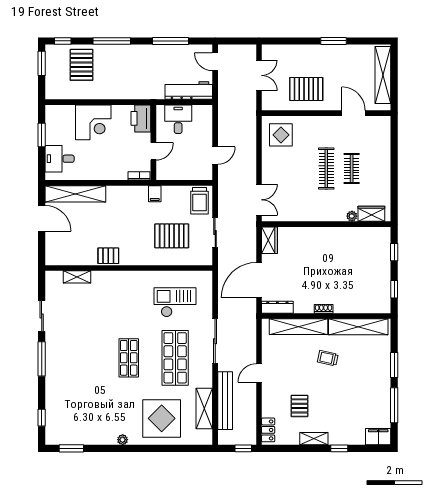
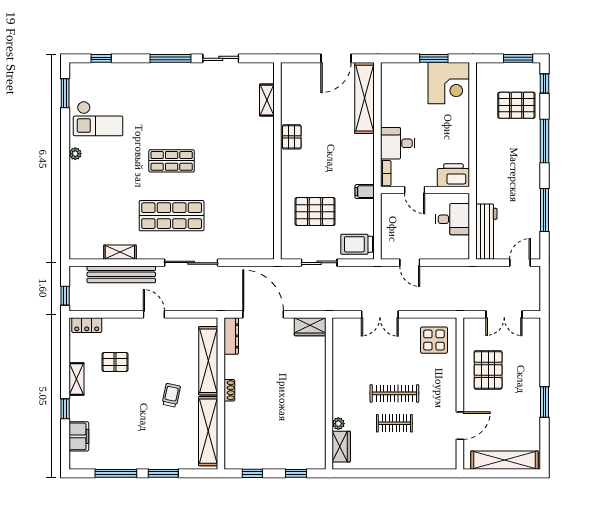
corner desk: (93, 122) -> (449, 83), moved, turned -90
desk: (60, 159) -> (398, 143), moved, turned -90
double door: (259, 200) -> (380, 314), moved
pallet: (172, 236) -> (315, 212), turned 90
checkout: (175, 302) -> (98, 119), moved, turned 90
shelving: (204, 409) -> (120, 252), width x0.67, depth x0.75
display table: (162, 418) -> (100, 200), removed
filing cabinet: (378, 437) -> (79, 436), moved

